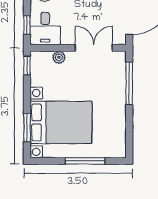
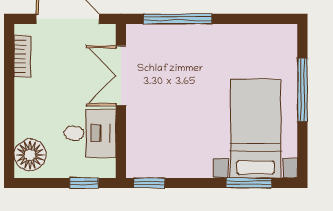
desk: (45, 29) -> (90, 133), moved
plant: (59, 57) -> (136, 132), removed
bed with nightstands: (61, 122) -> (256, 129), width x0.73

